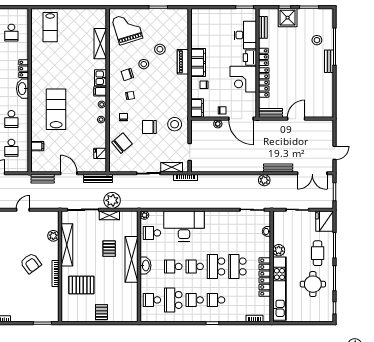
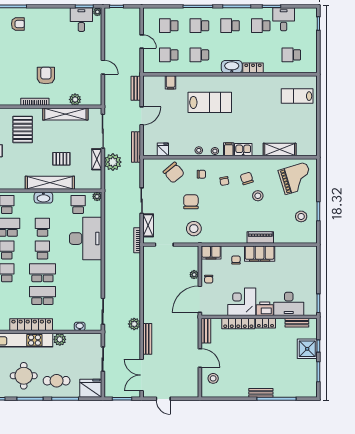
stool: (317, 40) -> (213, 378), moved
stool: (160, 49) -> (301, 216), moved
armchair: (31, 263) -> (46, 76), turned 126

